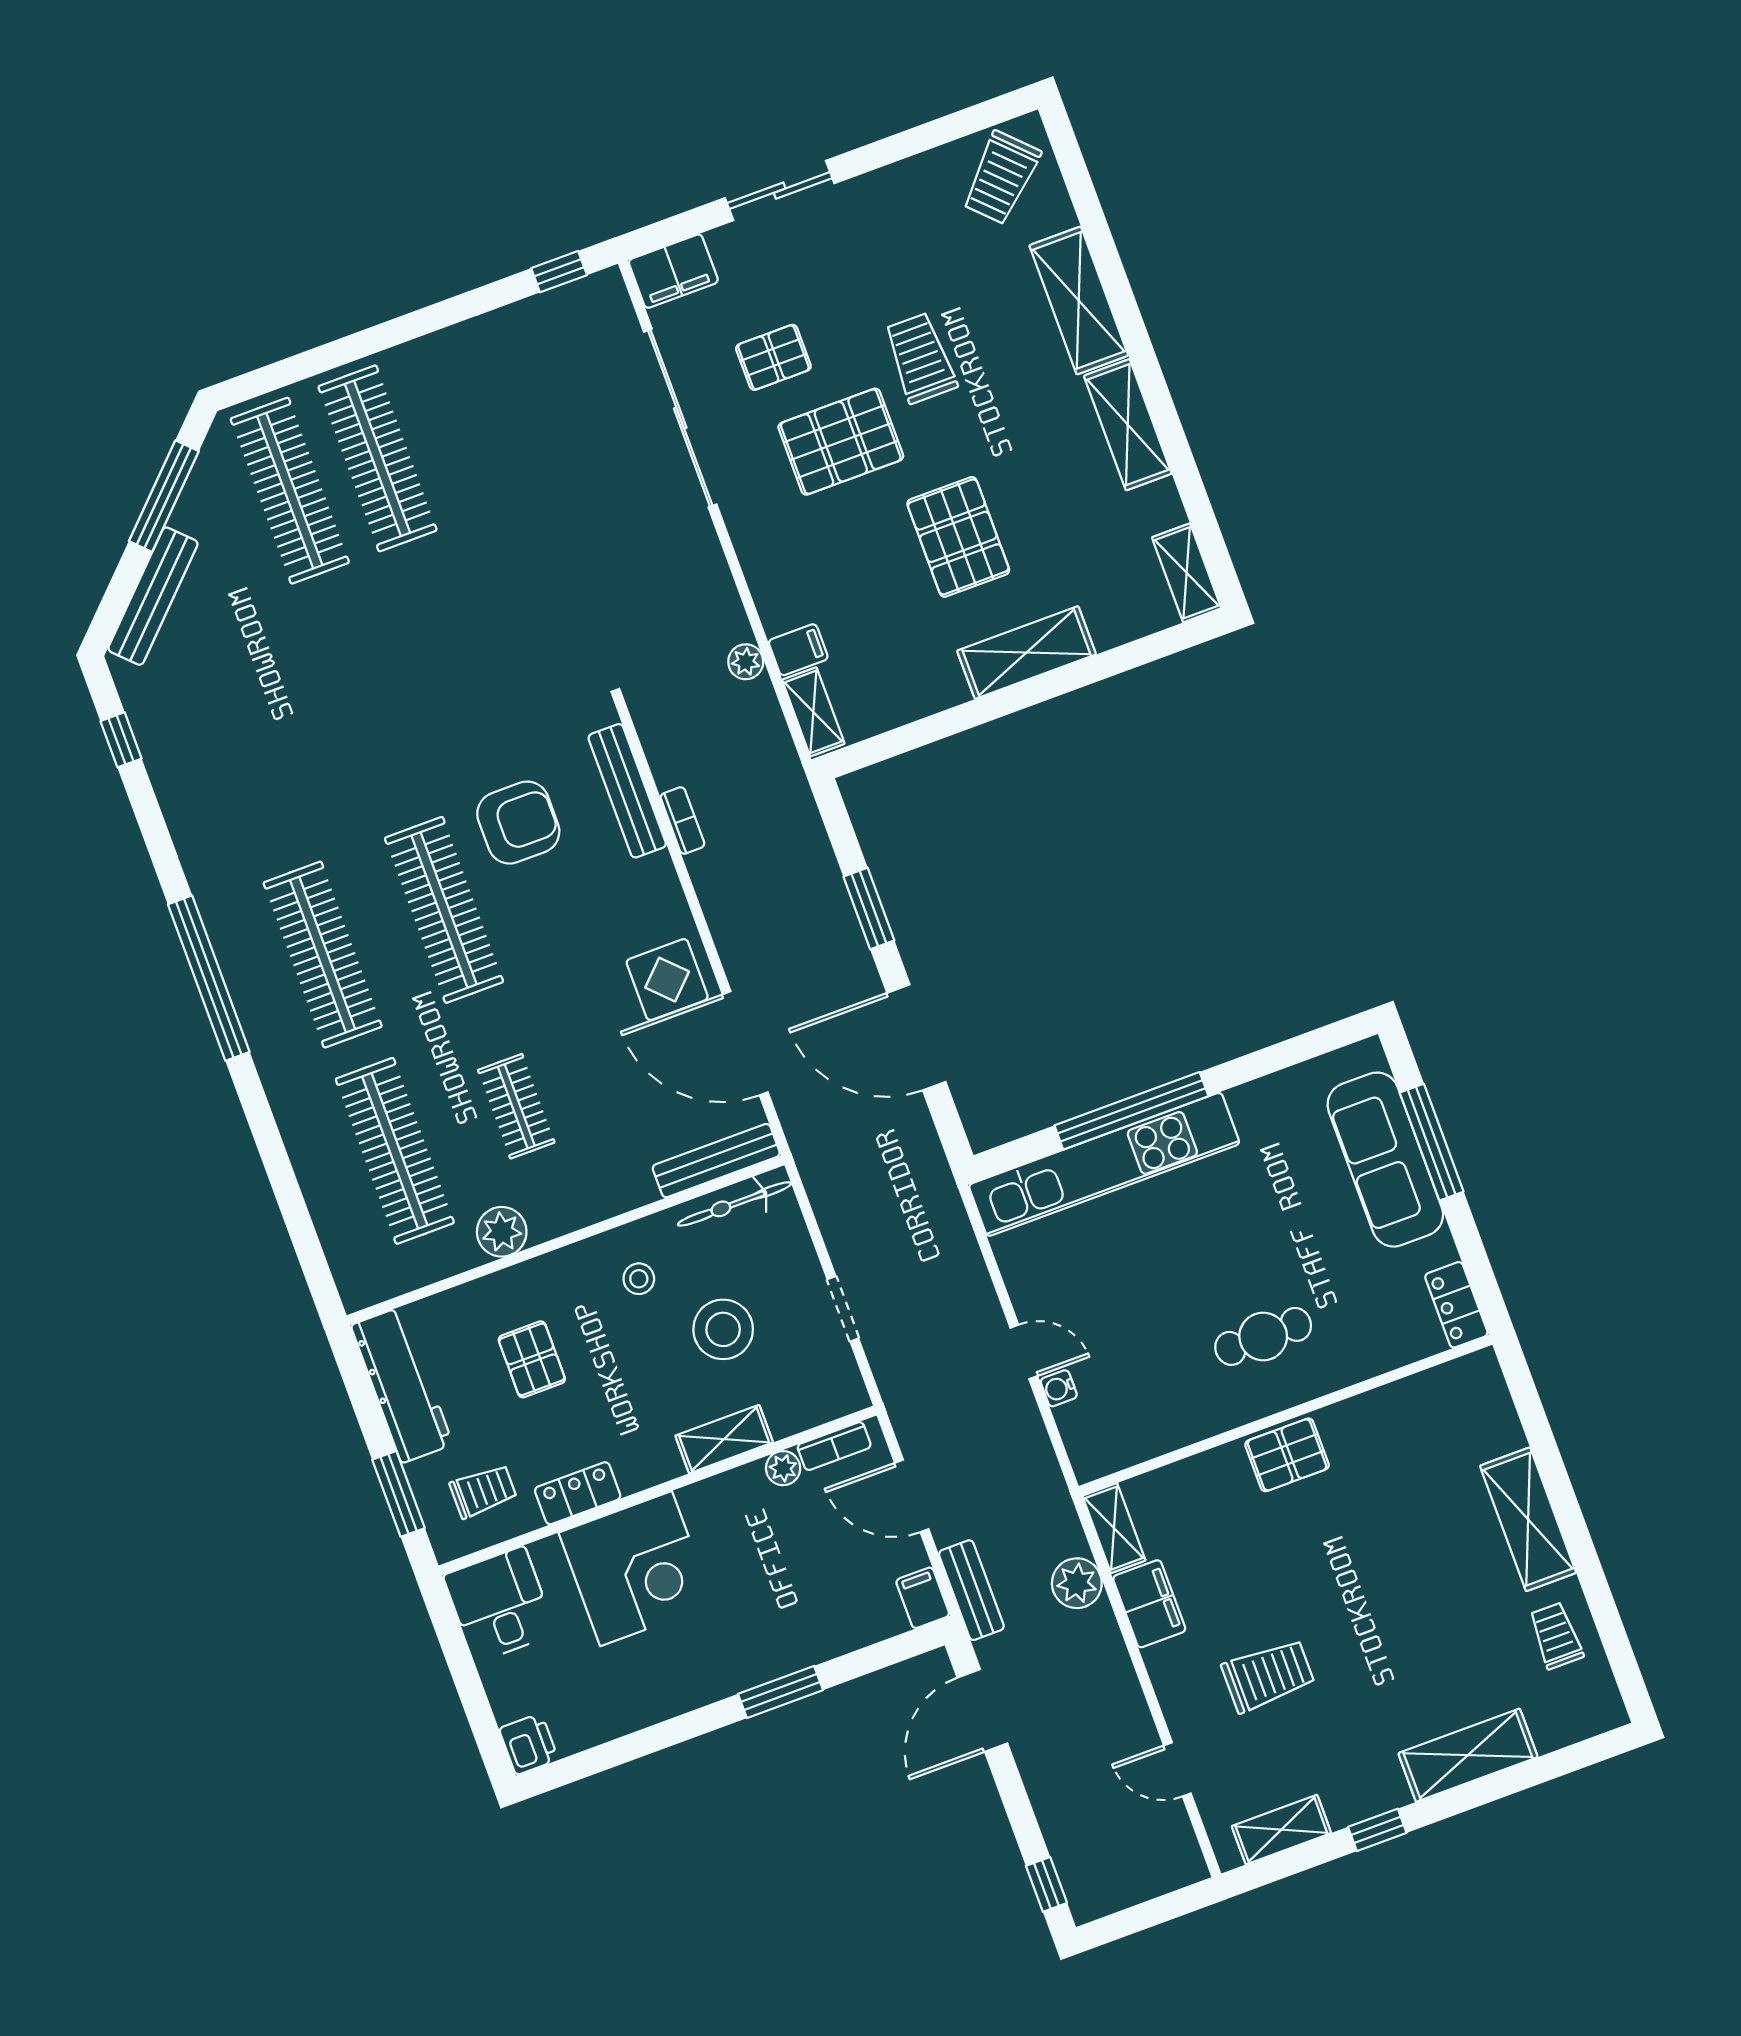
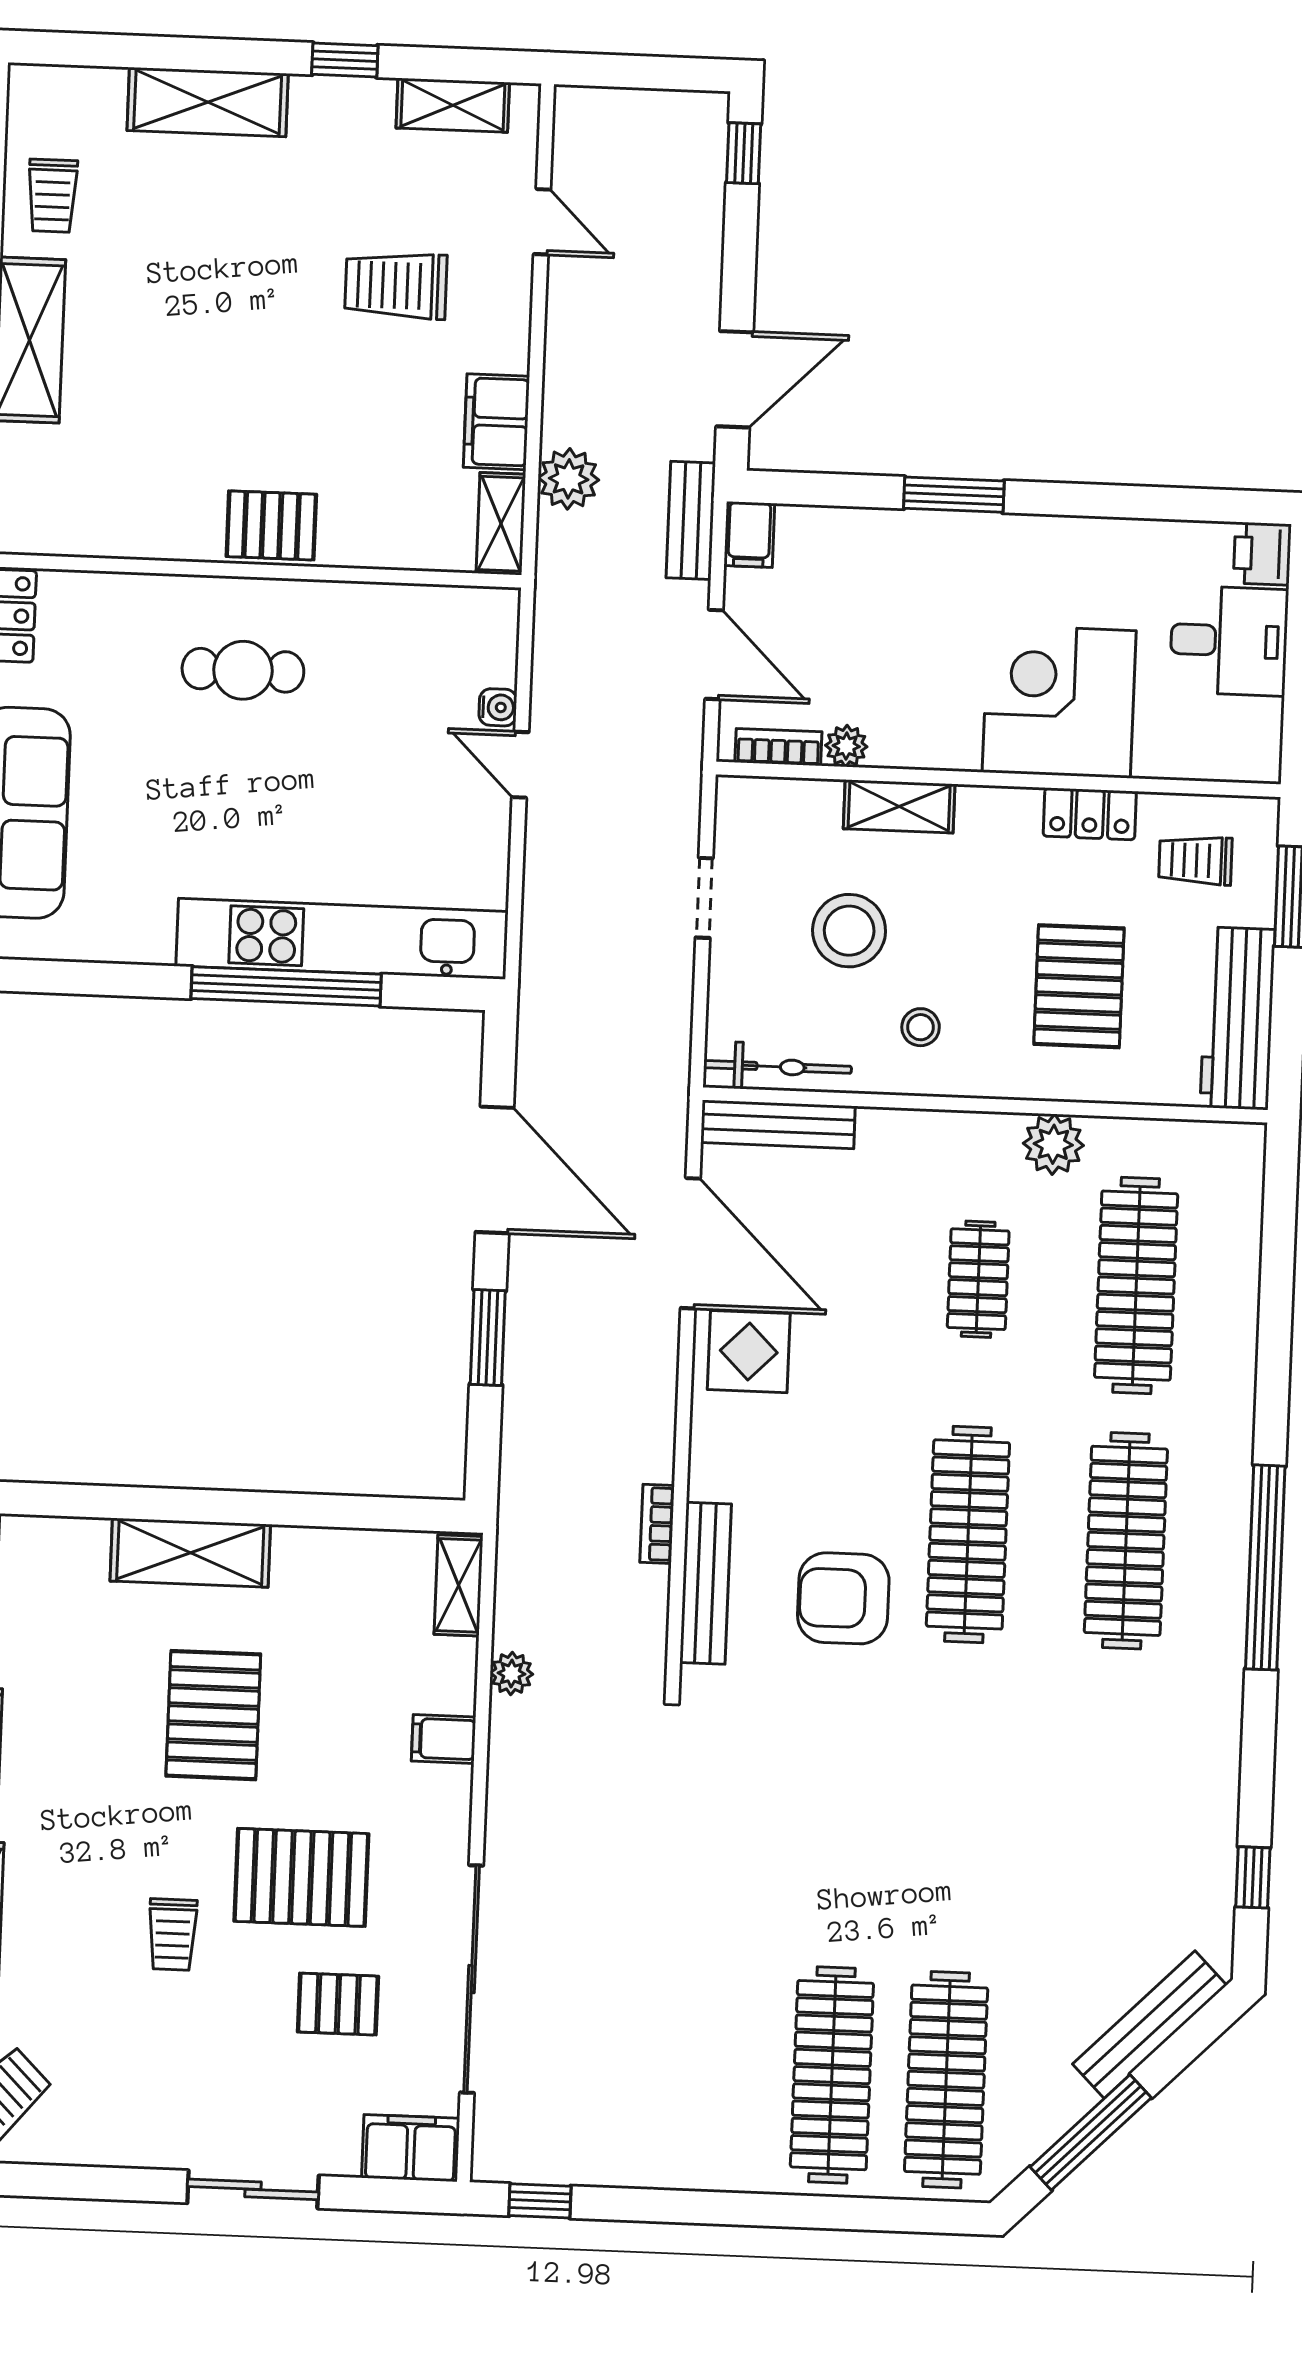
trolley: (920, 358) -> (172, 1935), width x0.73, depth x0.72
filing cabinet: (798, 650) -> (444, 1739), moved
pallet: (532, 1359) -> (1079, 986), width x1.50, depth x1.42
desk: (500, 1604) -> (1229, 641), moved, turned -90

